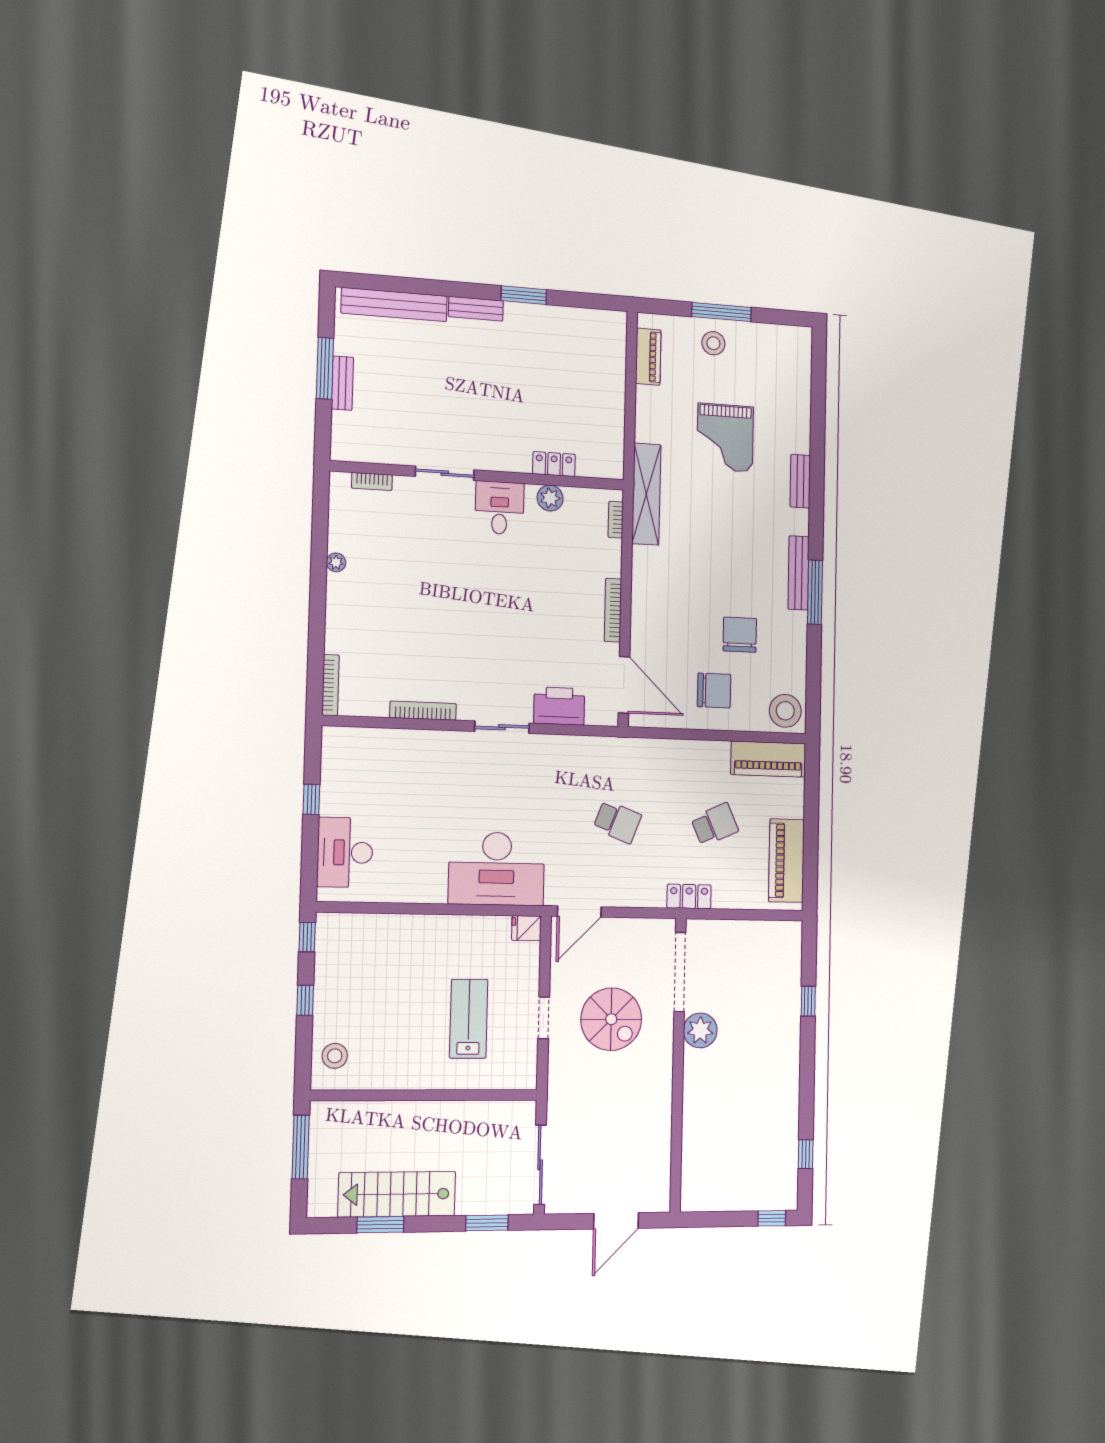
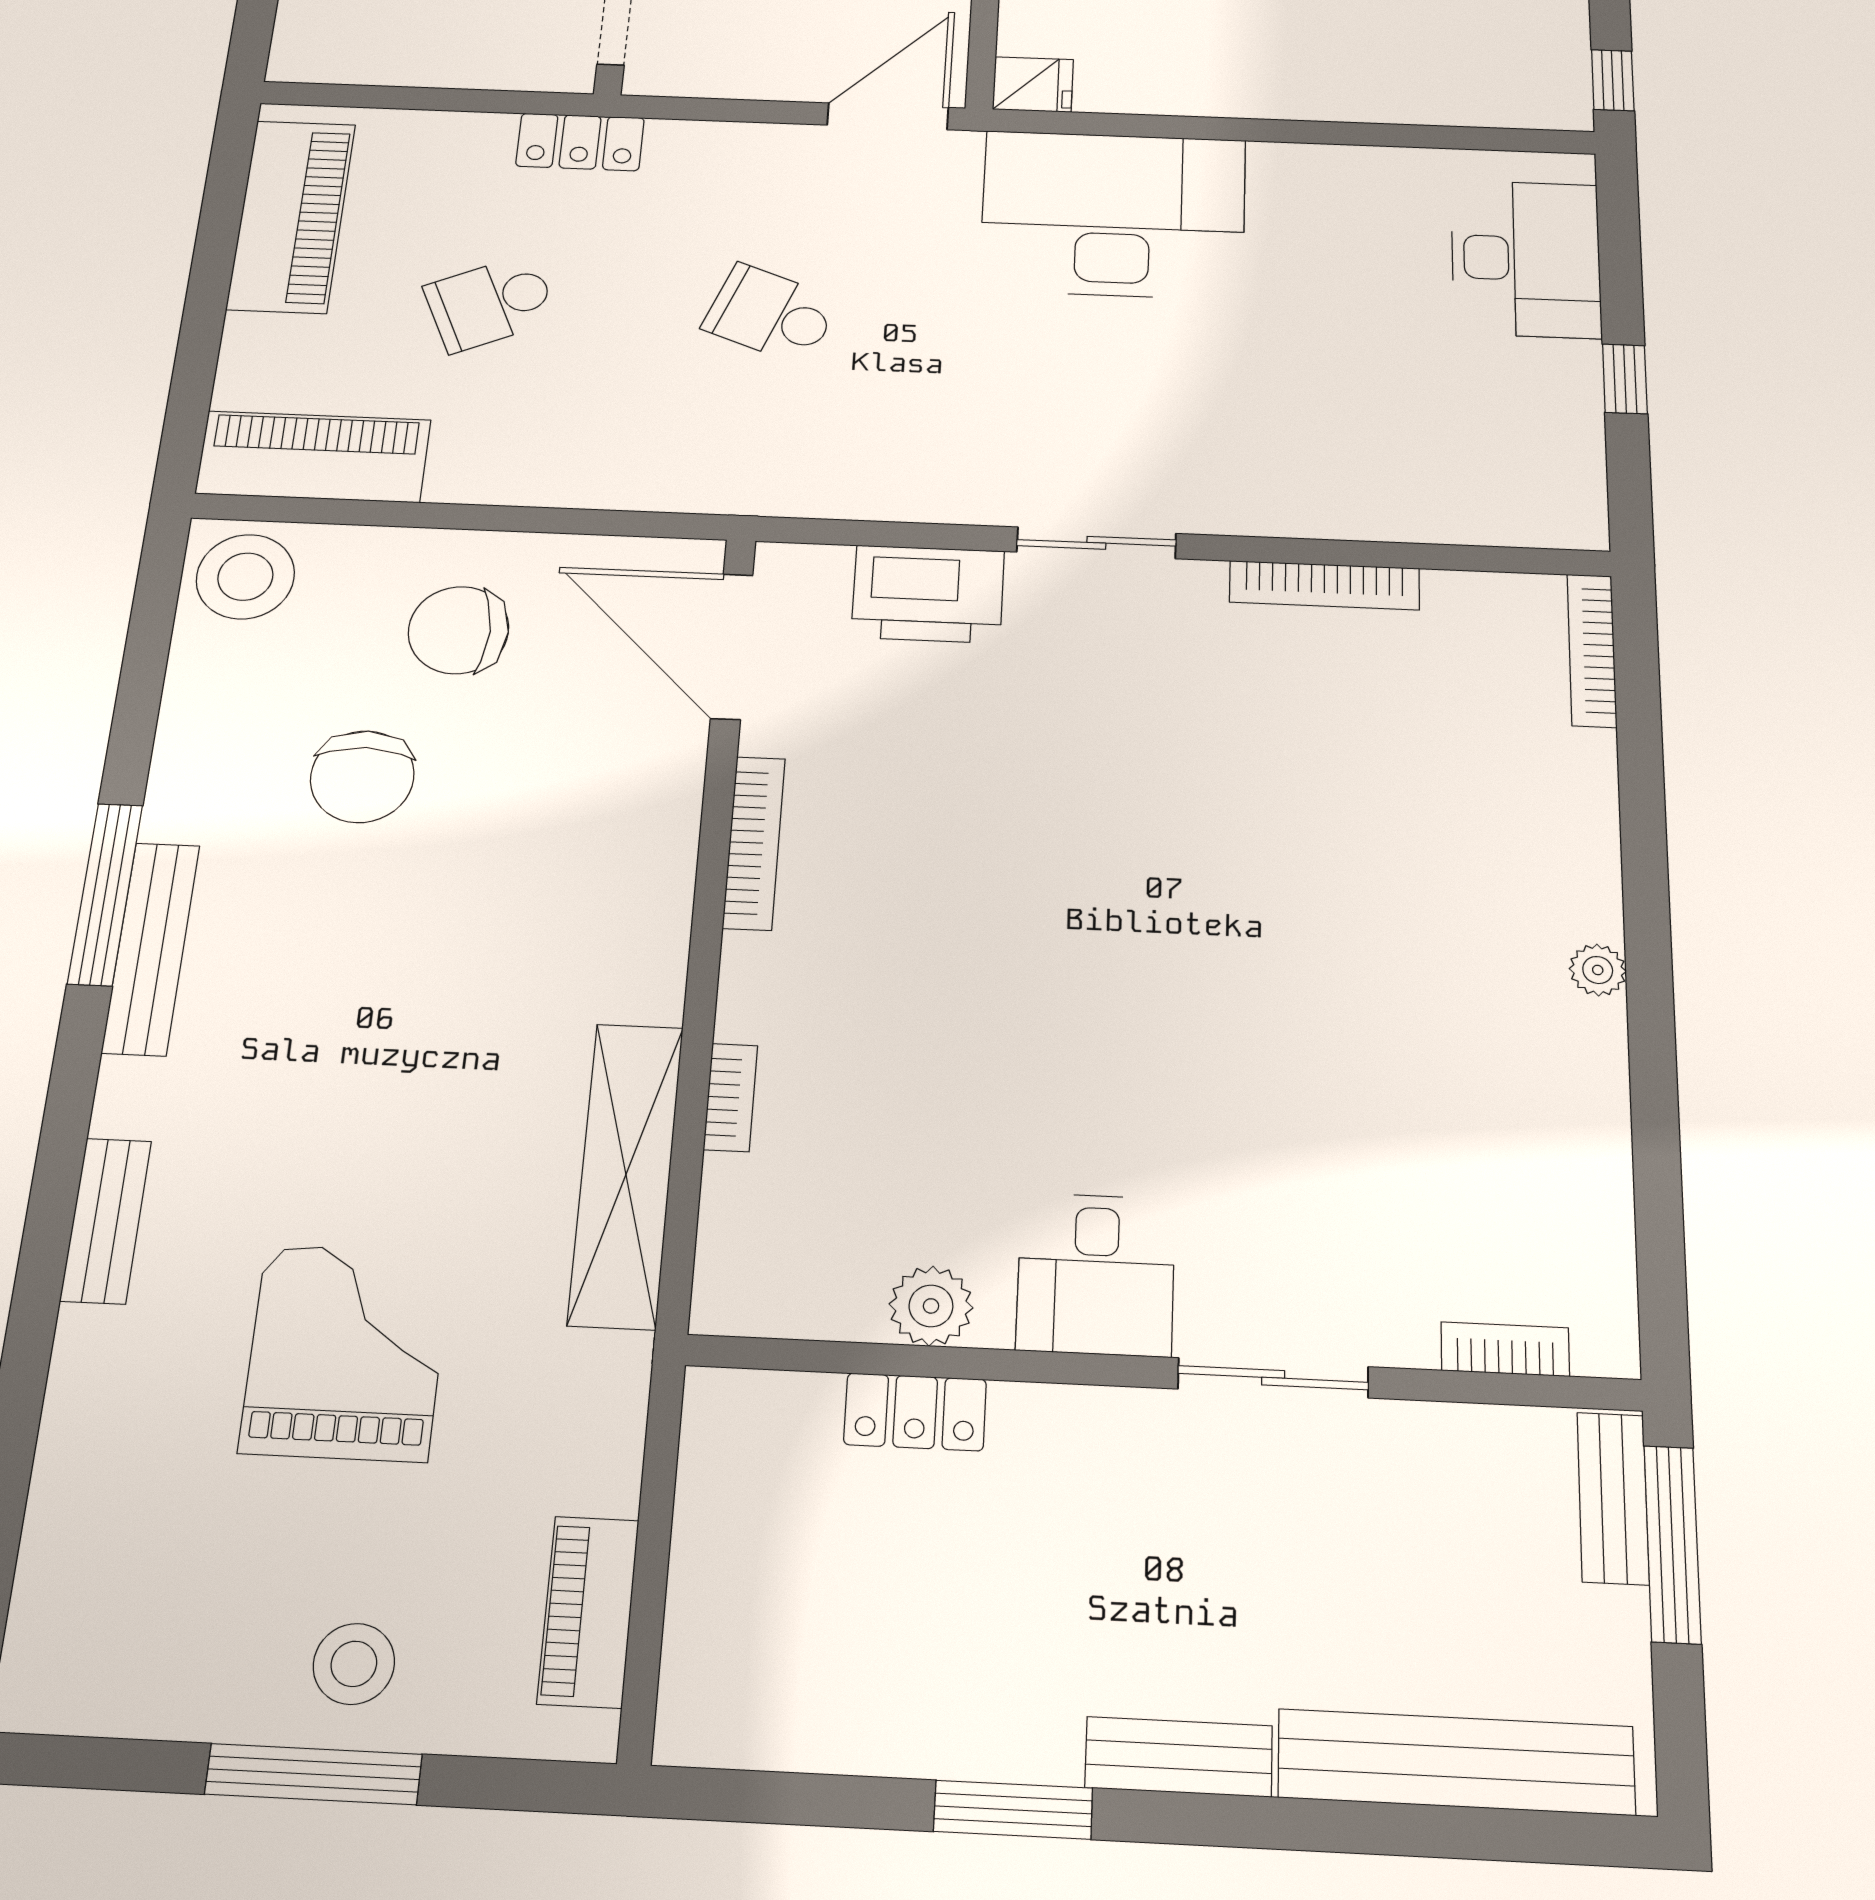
locker: (554, 464) -> (915, 1412), moved
sliding door: (445, 473) -> (1273, 1378), moved
wall: (479, 475) -> (1162, 1373), moved
bookcase: (372, 481) -> (1505, 1349), moved
plant: (550, 498) -> (931, 1306), moved
desk: (499, 508) -> (1096, 1274), moved

